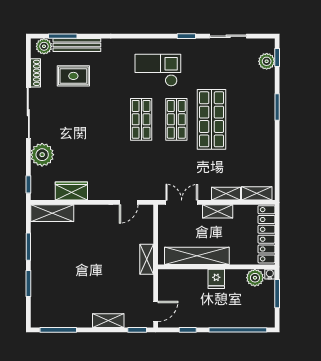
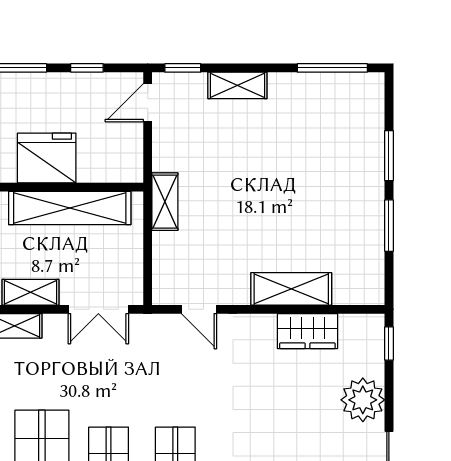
door: (129, 202) -> (199, 309), swing flipped
shelving: (52, 213) -> (291, 289), moved
fridge: (216, 279) -> (47, 158), width x1.88, depth x1.34

